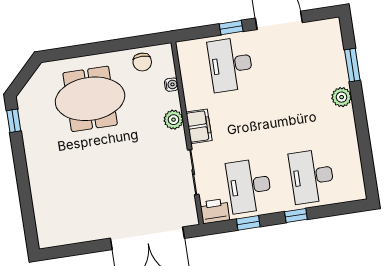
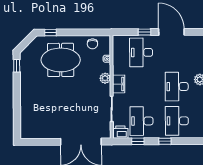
window: (65, 53) -> (50, 33), added
desk: (303, 116) -> (177, 87), added

